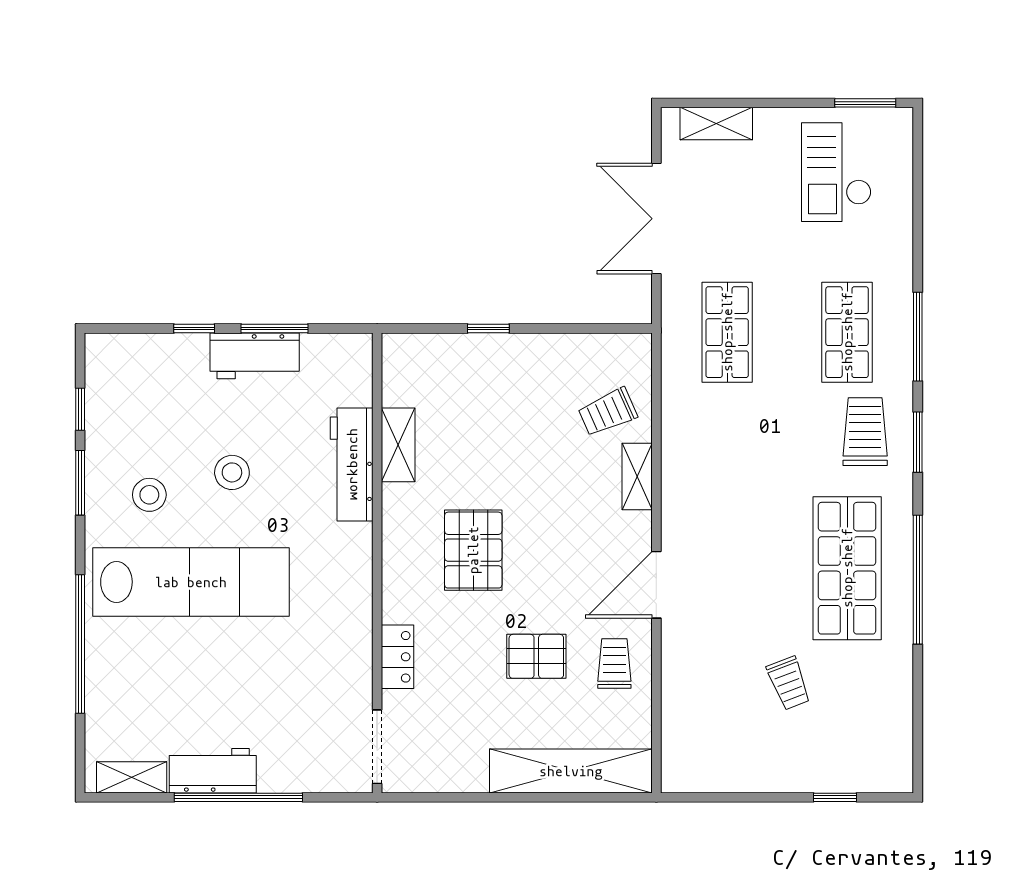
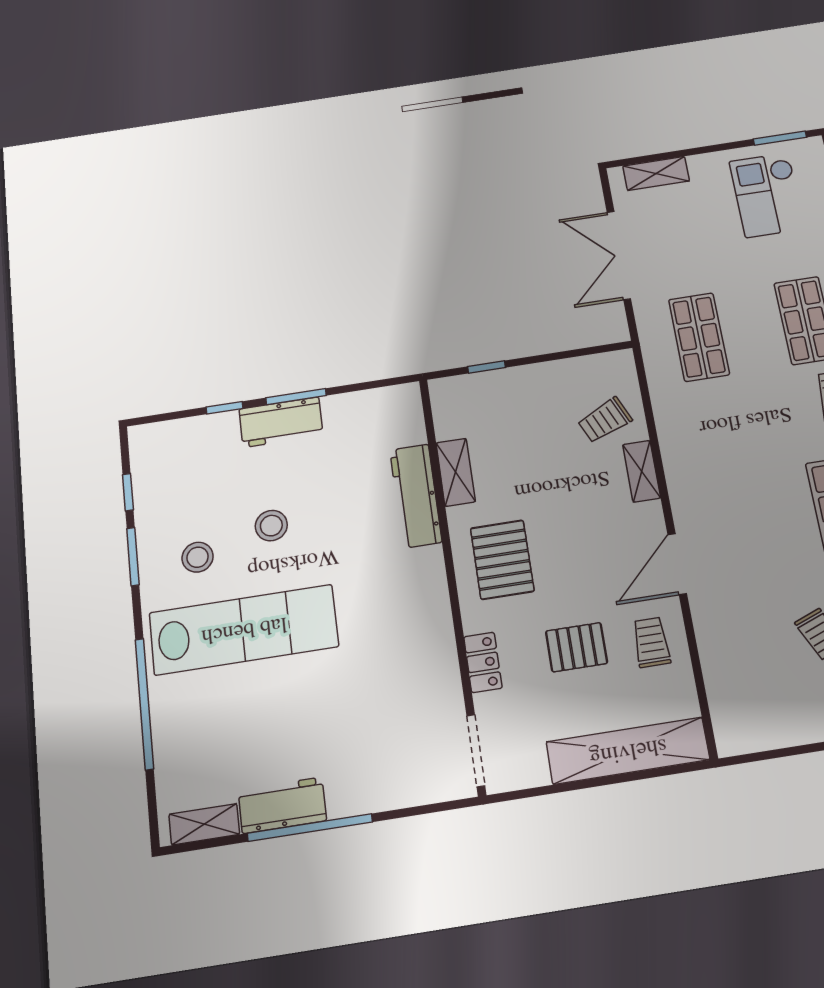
shelving: (398, 445) -> (456, 472), moved
workbench: (352, 464) -> (416, 496), moved
wall: (377, 563) -> (451, 579), moved
locker: (398, 657) -> (483, 662), moved
doorway: (377, 747) -> (476, 751), moved

